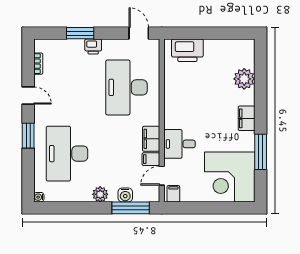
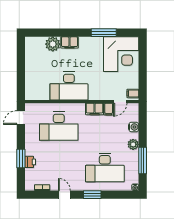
printer: (93, 47) -> (30, 162), moved
printer: (187, 50) -> (33, 84), removed
door: (28, 95) -> (64, 195), hinge flipped
filing cabinet: (247, 118) -> (69, 42), moved
desk: (179, 144) -> (69, 86), moved, width x1.87, depth x1.30
door: (162, 176) -> (120, 102), hinge flipped
window: (131, 208) -> (143, 160), moved

